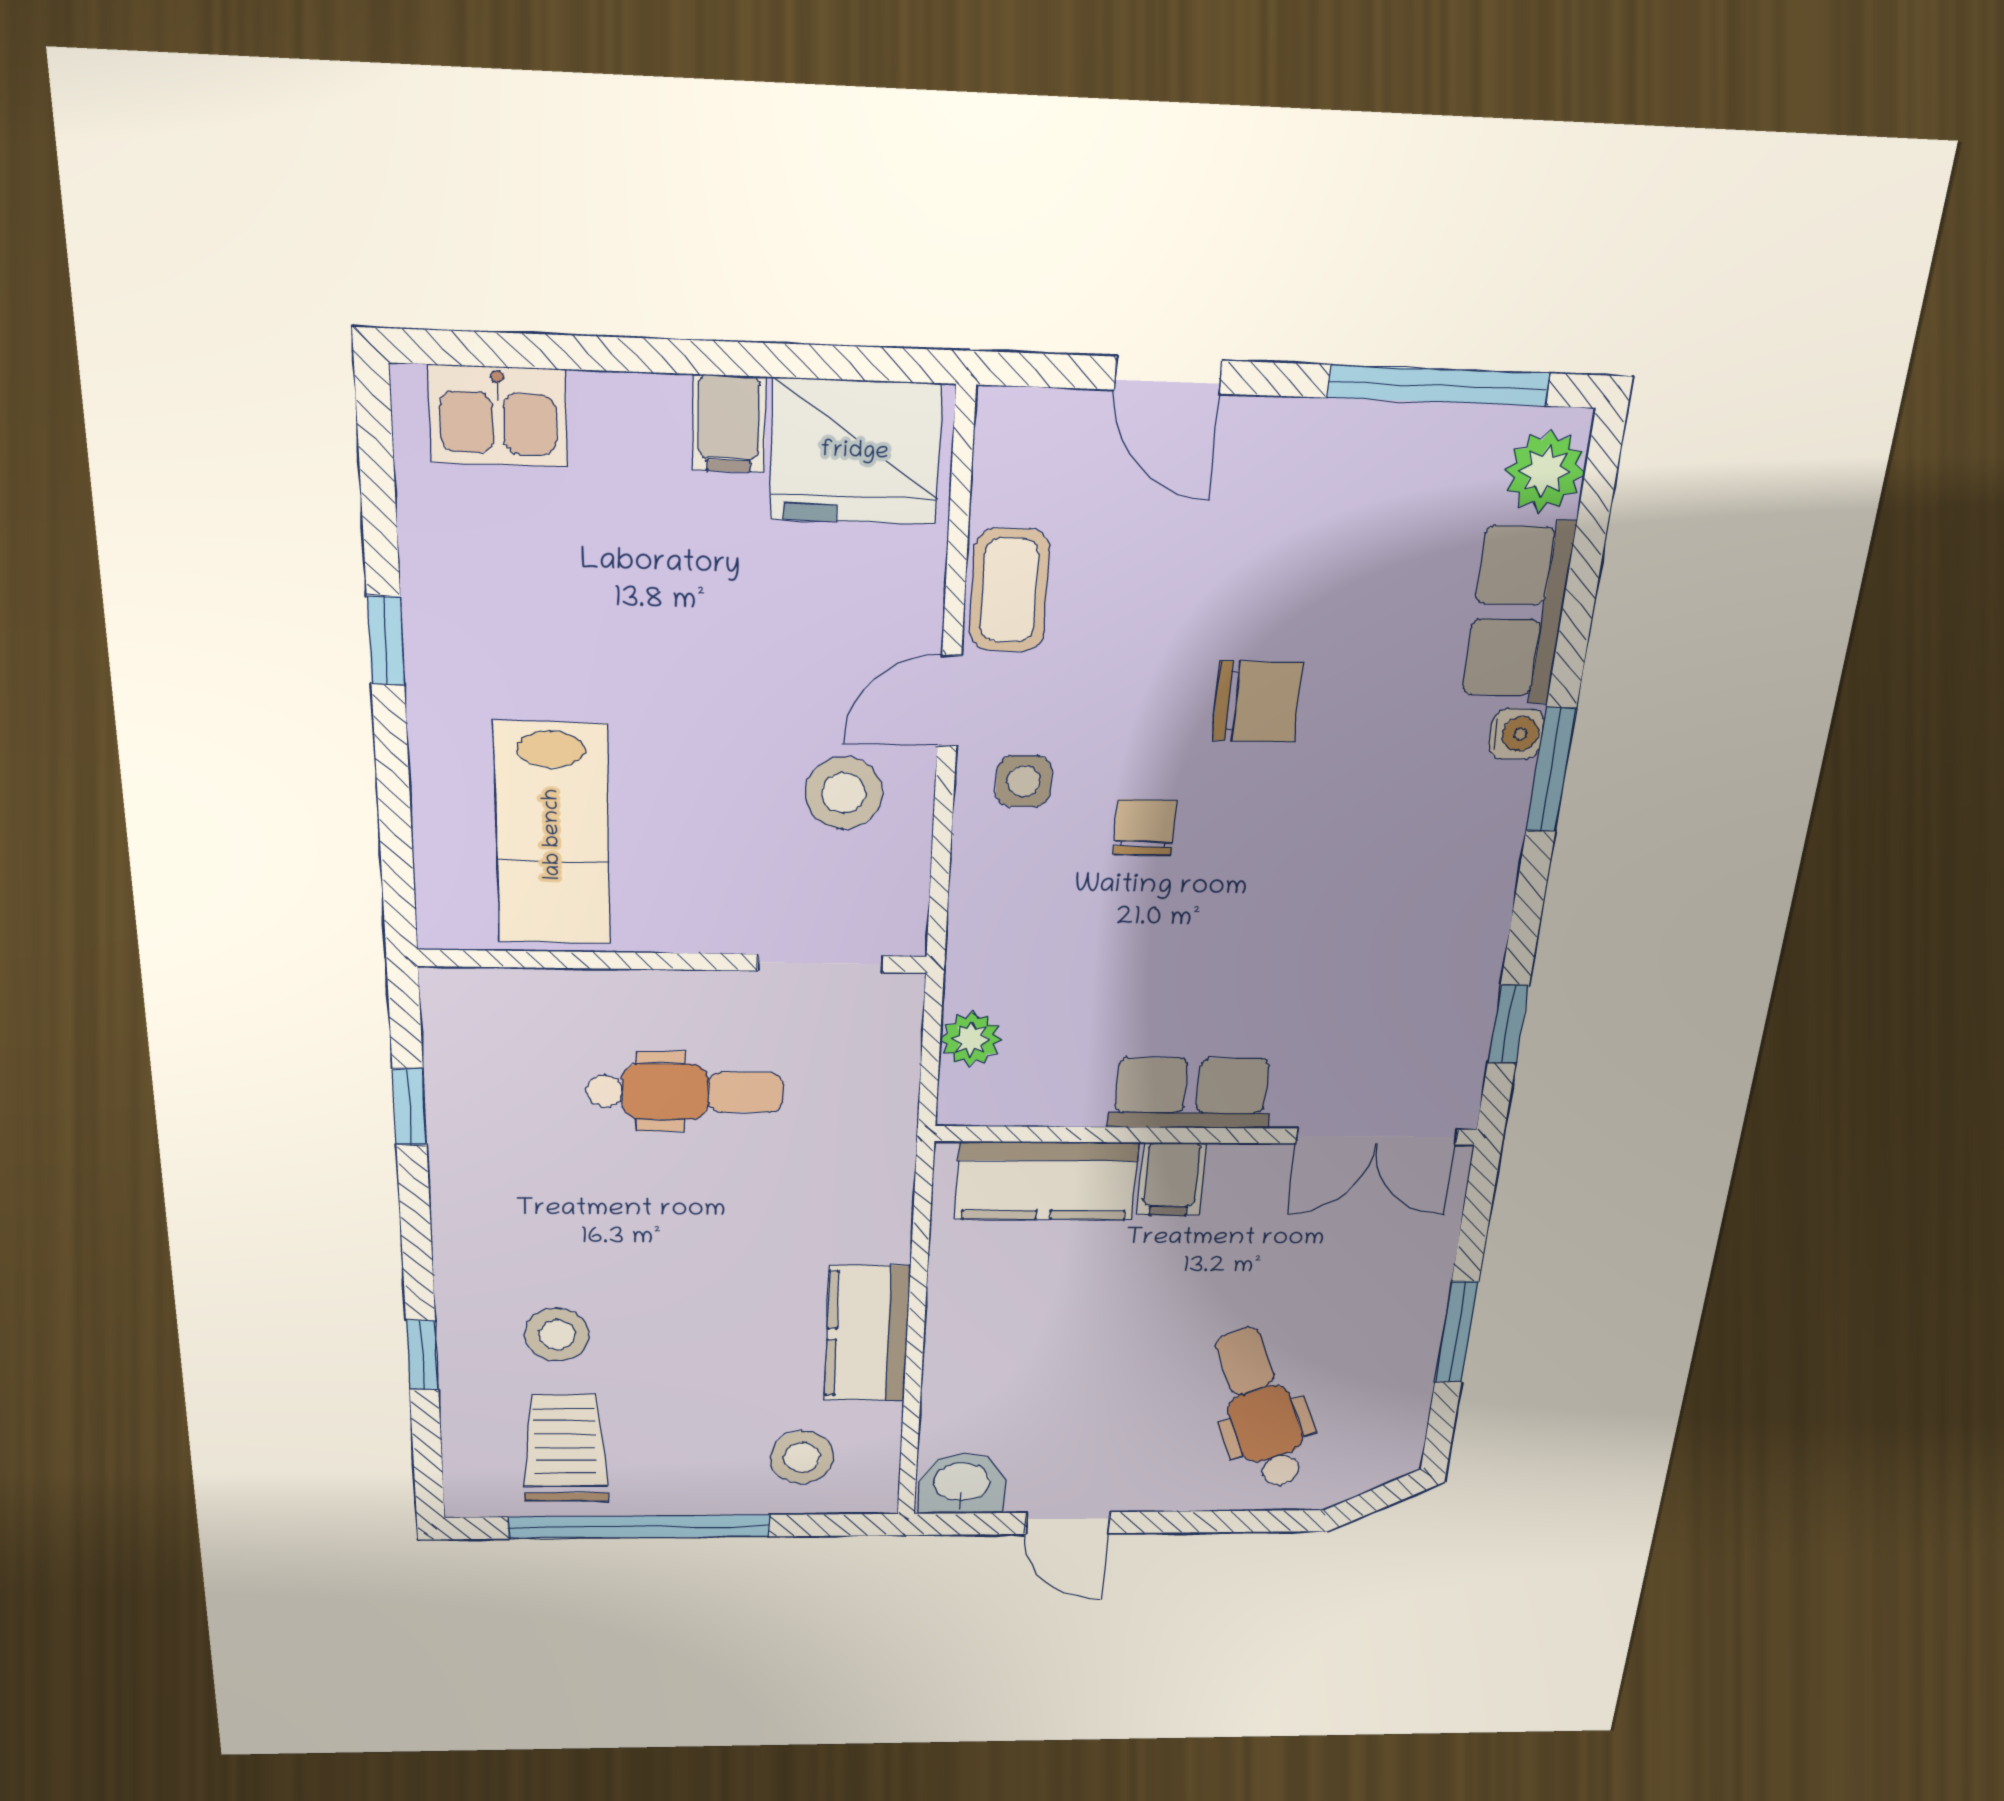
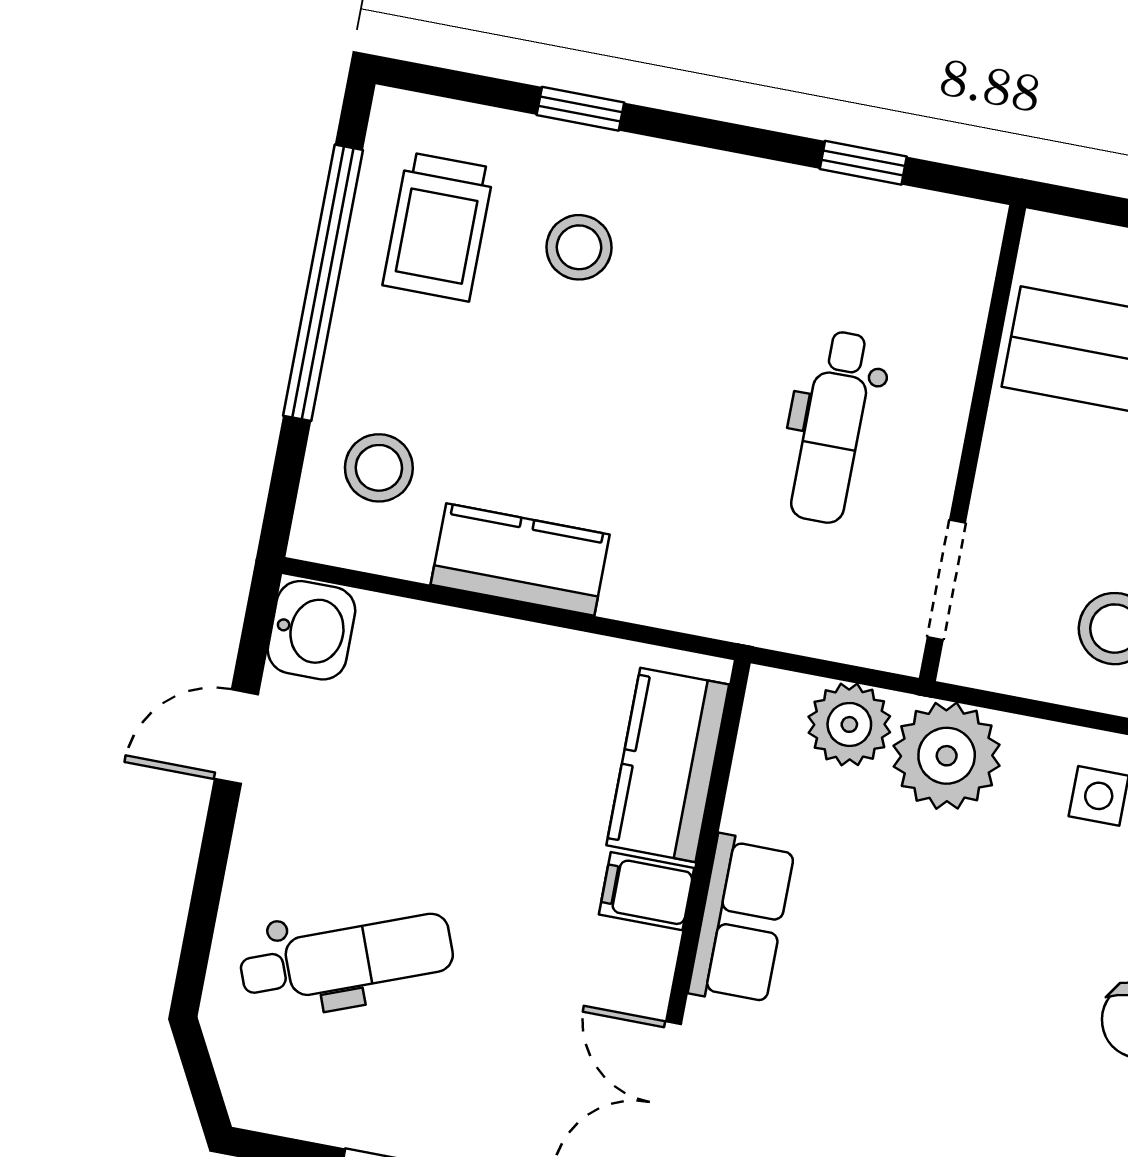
chair: (1145, 828) -> (1033, 903), removed
plant: (1002, 934) -> (947, 756), added
plant: (971, 1039) -> (849, 724), width x1.38, depth x1.38
trolley: (565, 1448) -> (438, 227), turned 90

